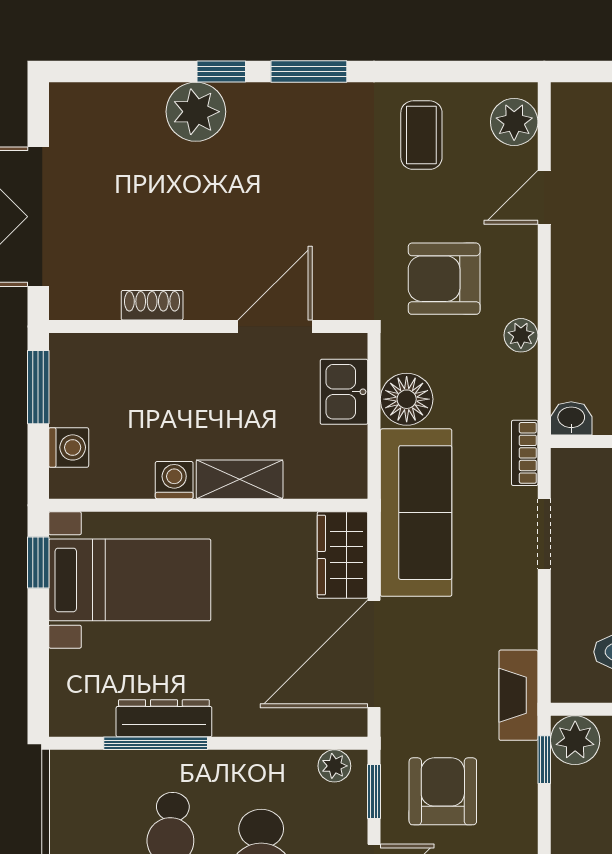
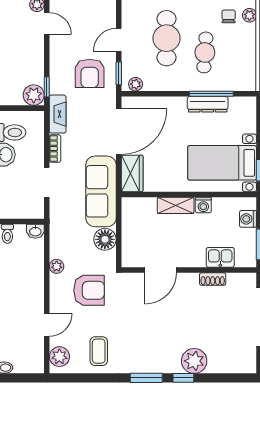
kitchen sink: (344, 392) -> (220, 257), moved, turned -90
bookcase: (525, 453) -> (55, 149), moved

